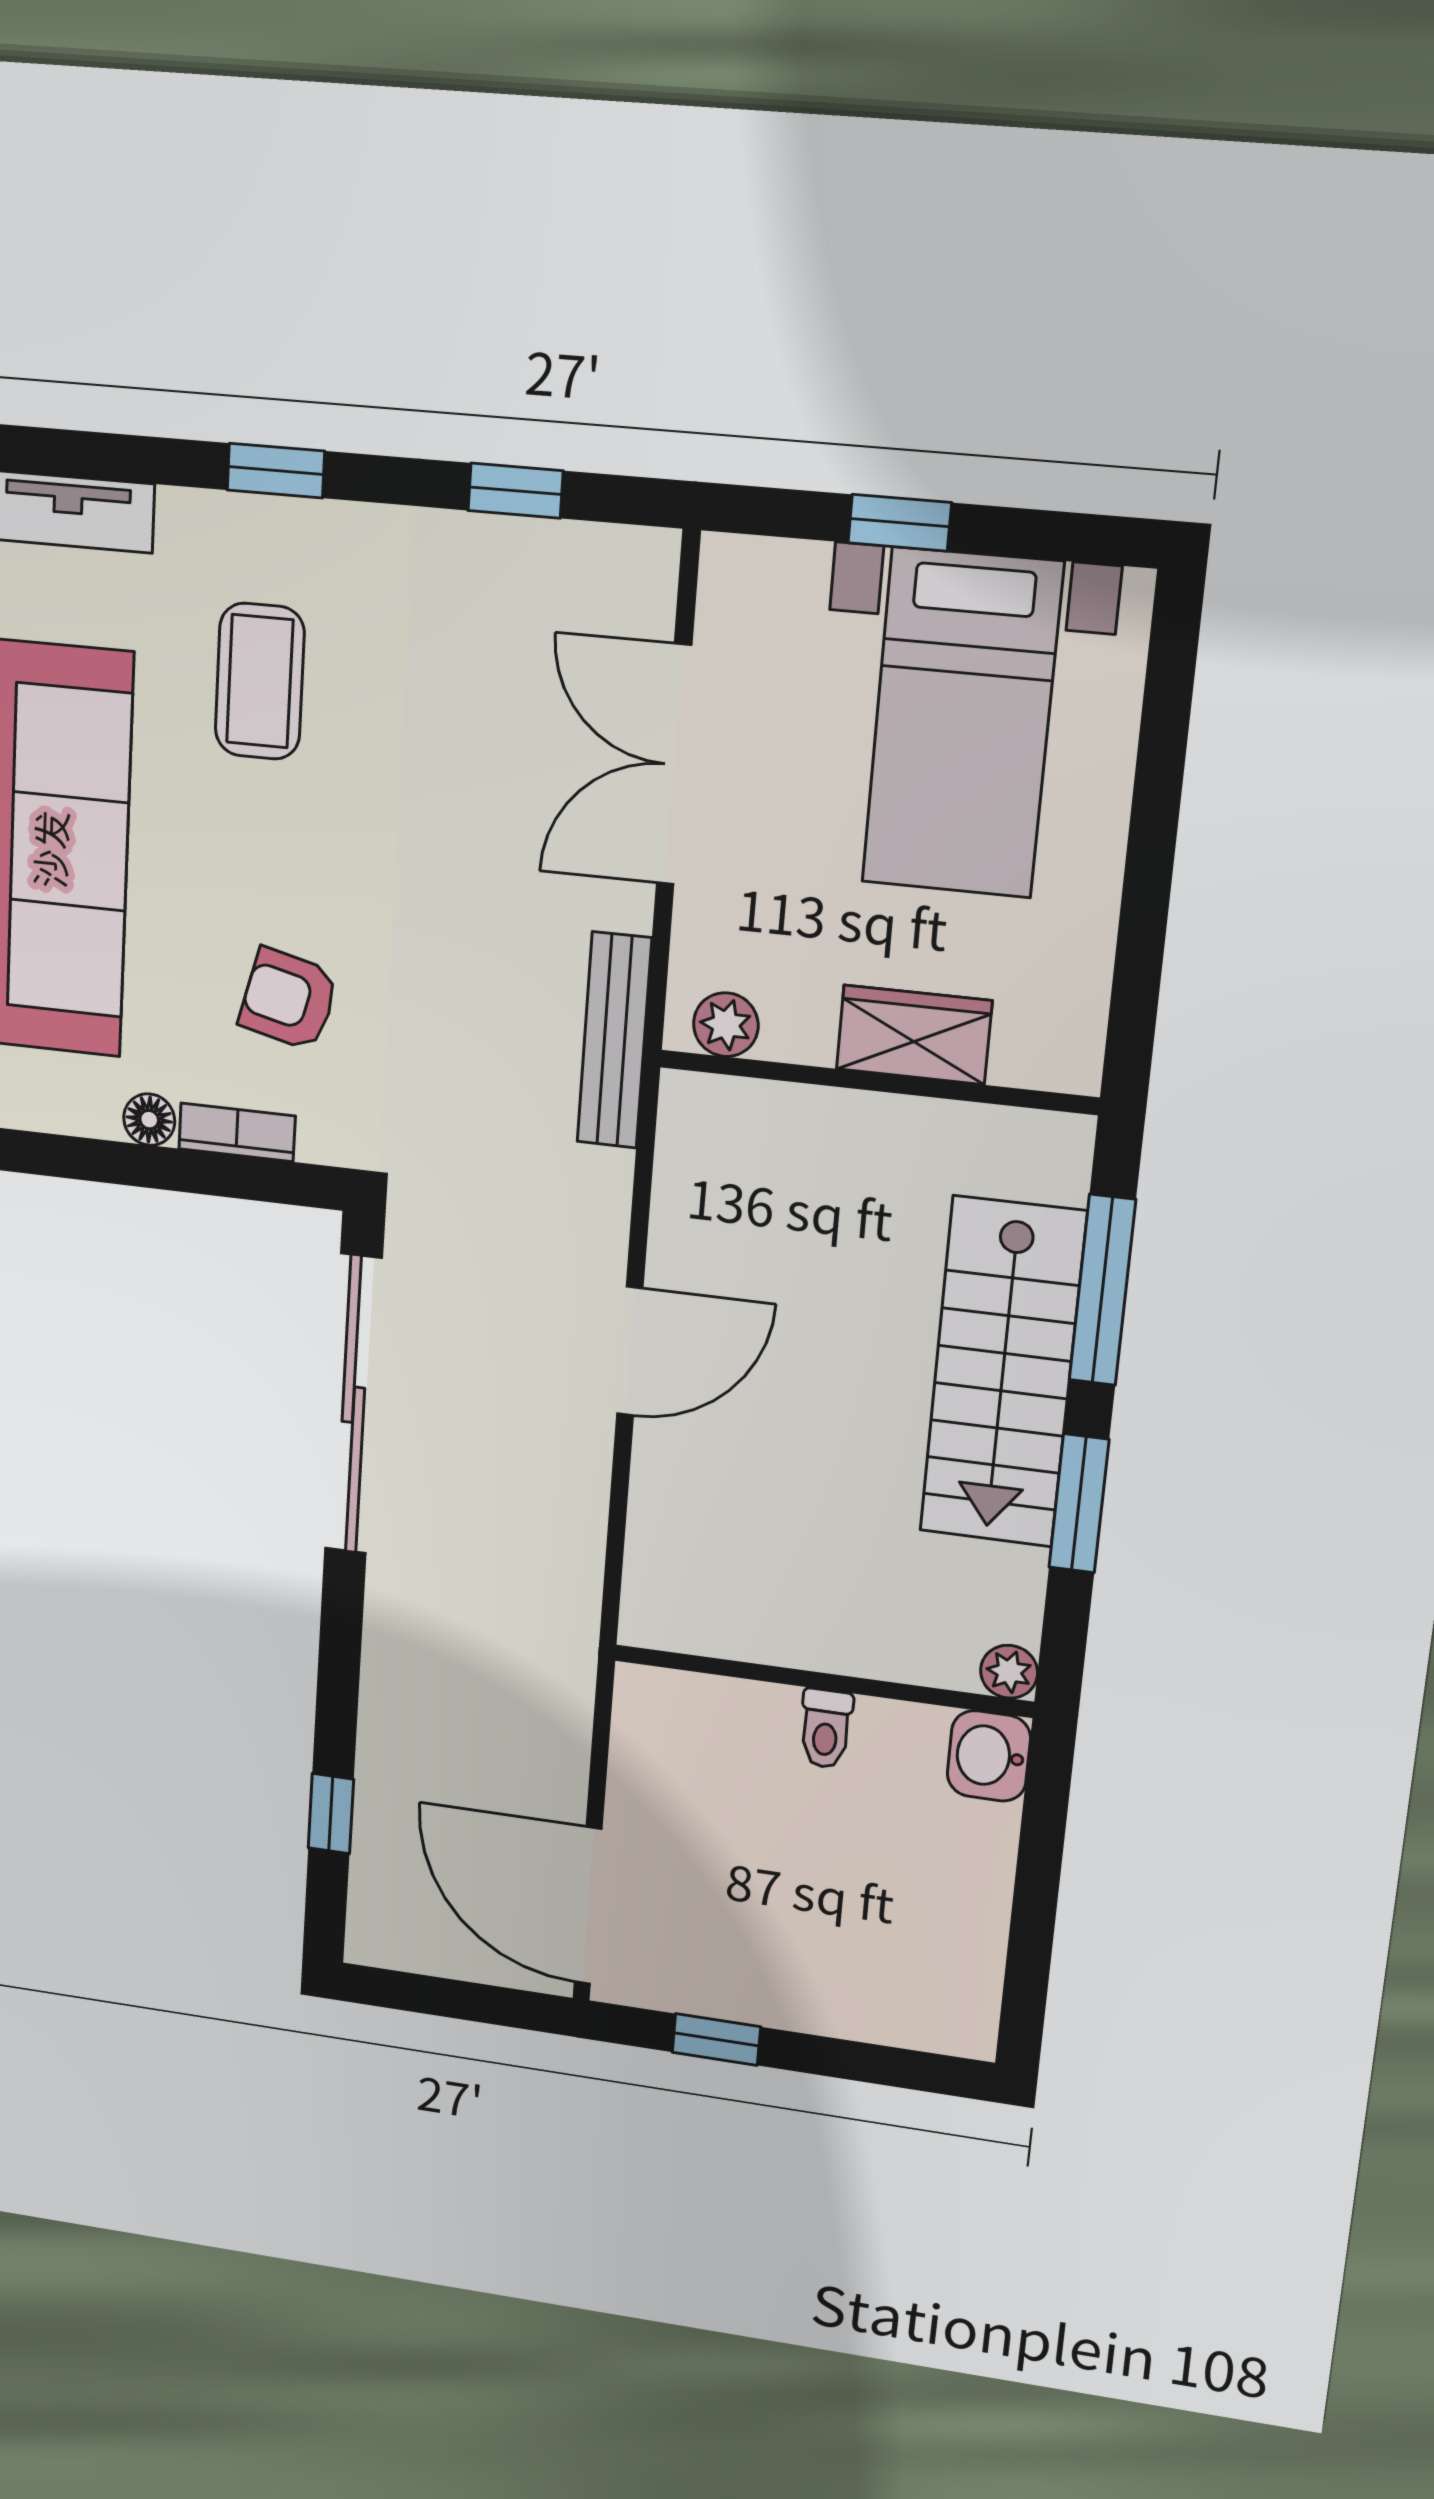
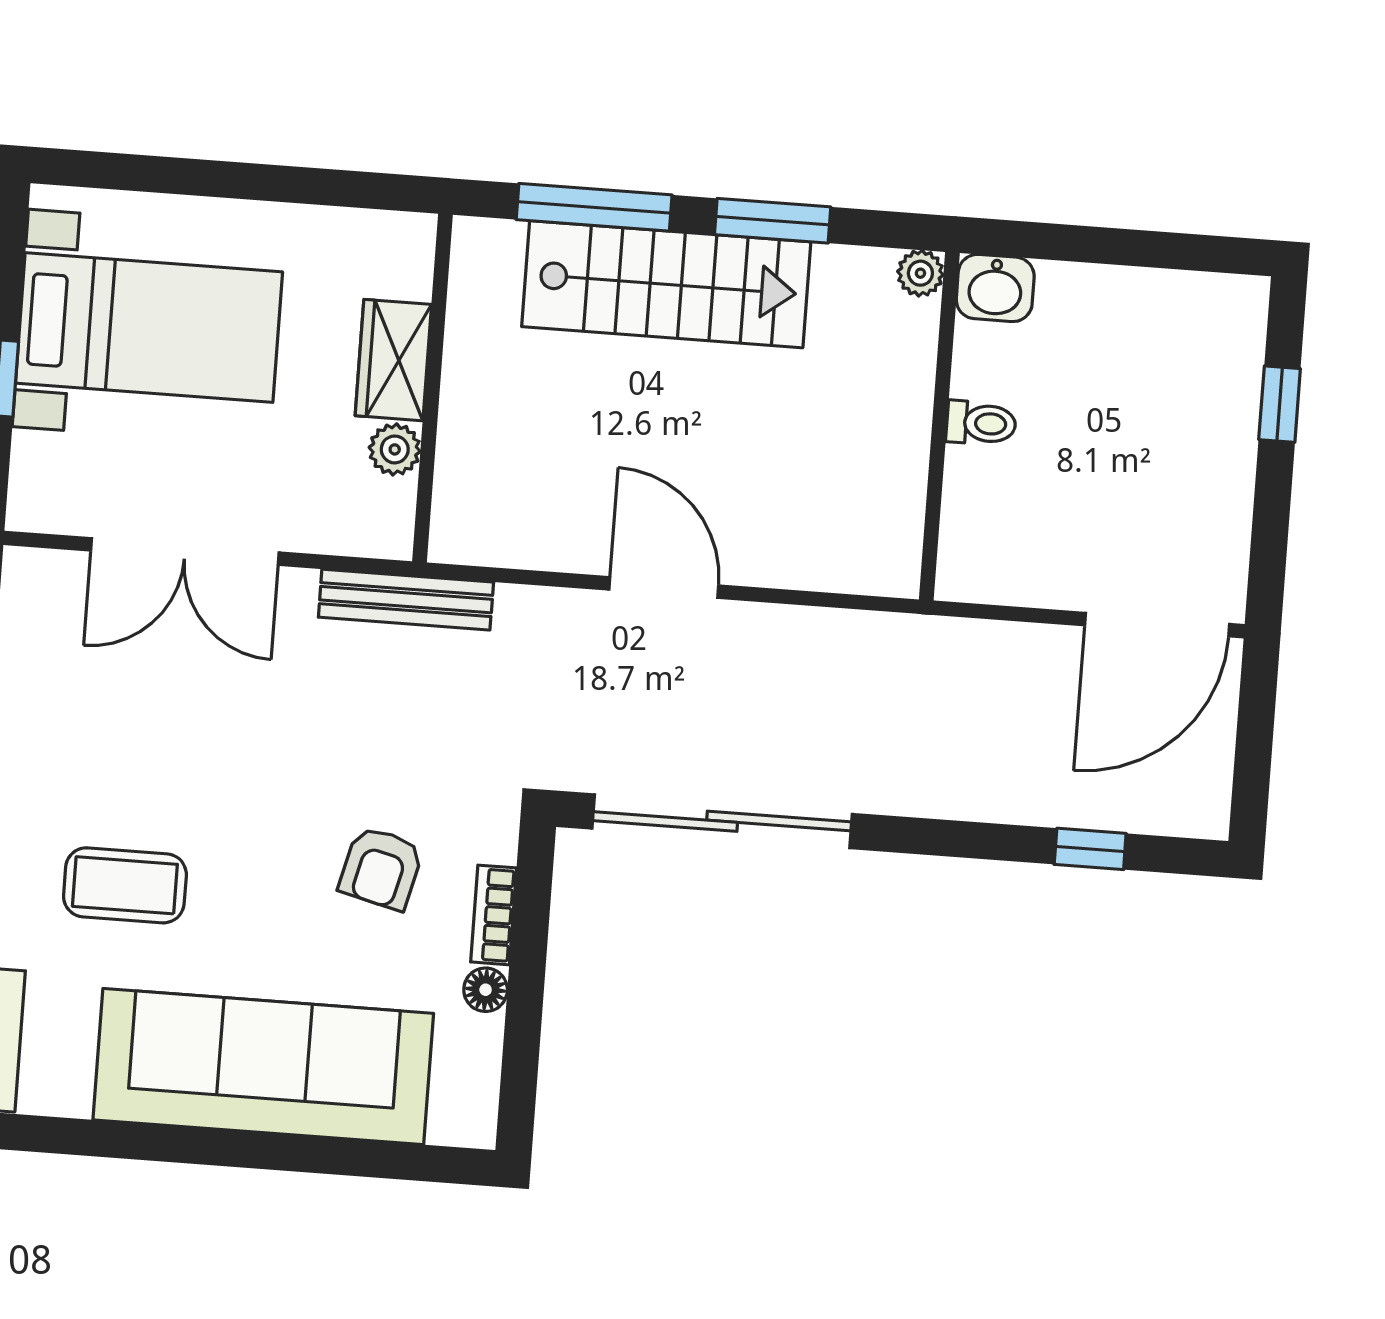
plant: (726, 1025) -> (395, 449), moved
window: (716, 2040) -> (1280, 404), moved

